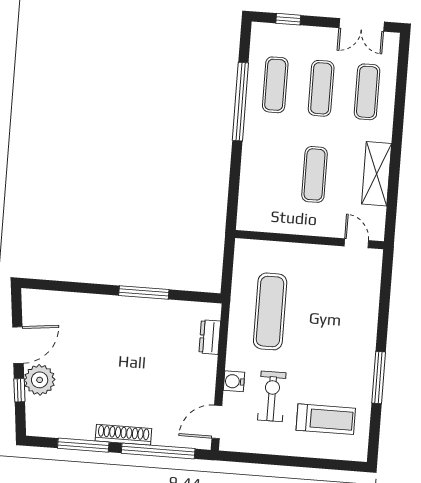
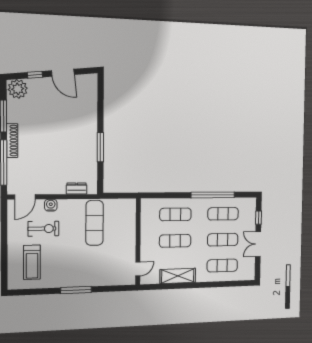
double door: (362, 25) -> (258, 244), moved
exercise mat: (269, 171) -> (175, 214), added
exercise mat: (270, 311) -> (95, 223), turned 90
window: (379, 378) -> (76, 290), moved
plant: (40, 380) -> (18, 89), moved
door: (217, 422) -> (25, 197), swing flipped

